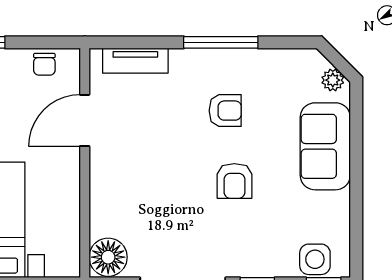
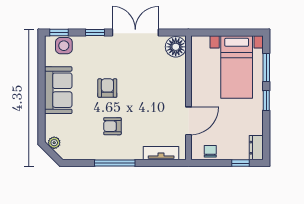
sofa: (325, 146) -> (58, 90), moved

